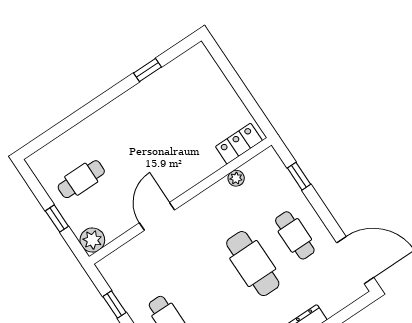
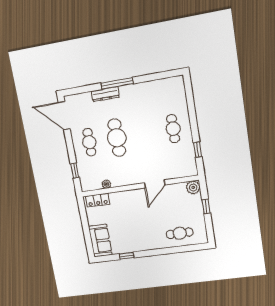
sofa: (204, 75) -> (100, 241), added
cafe table: (81, 179) -> (180, 233), moved

